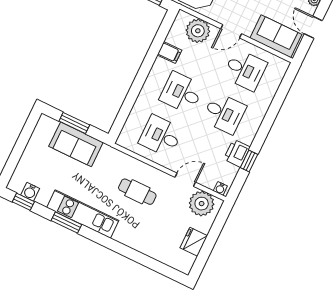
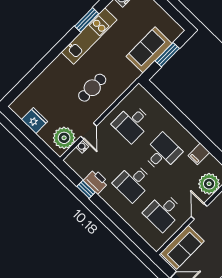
desk: (161, 136) -> (132, 123), turned 180
water cooler: (220, 188) -> (82, 147), moved

